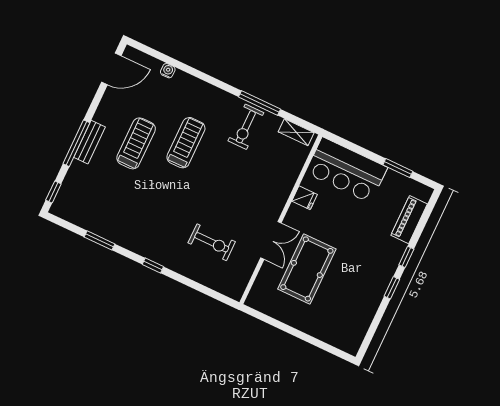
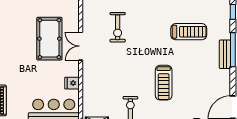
treadmill: (136, 143) -> (189, 32), moved, turned -90
exercise bike: (212, 242) -> (118, 27), turned -90

